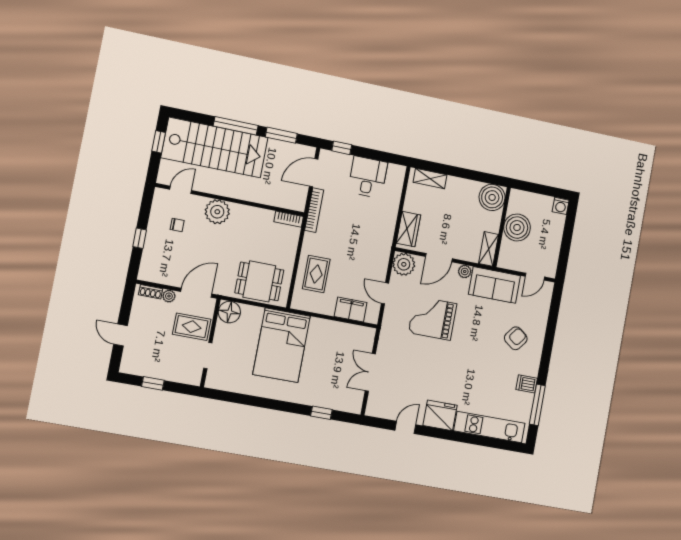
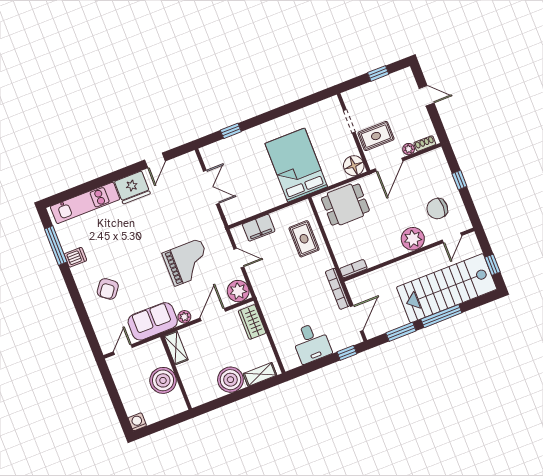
boiler: (492, 197) -> (230, 380), moved
chair: (177, 225) -> (437, 209), width x1.87, depth x1.87

